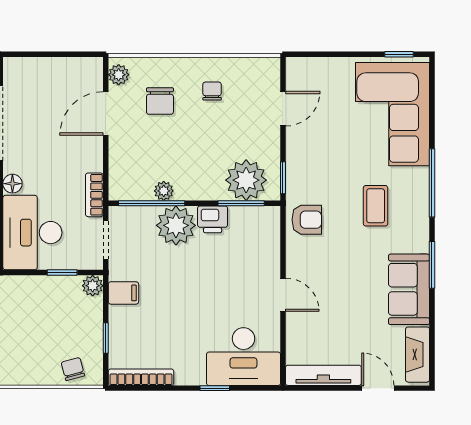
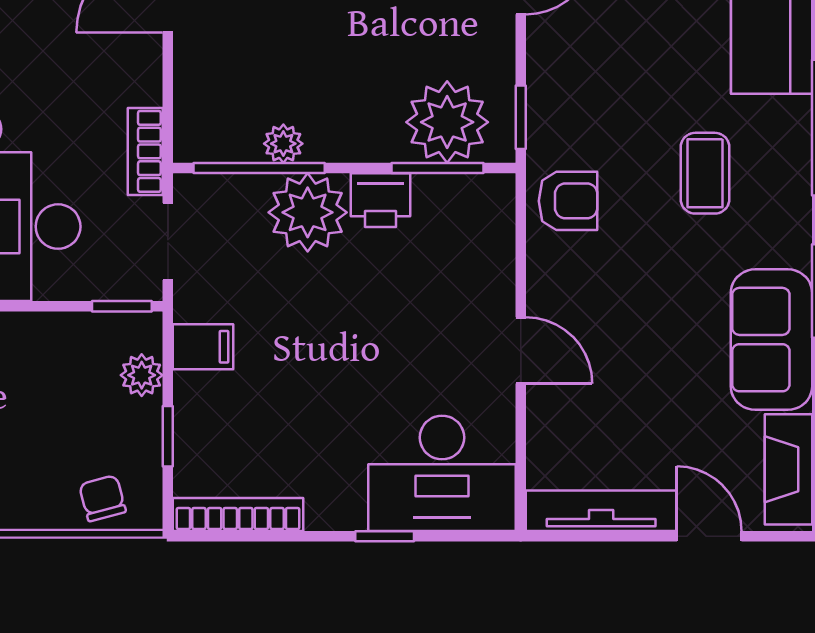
window: (62, 273) -> (122, 306), moved
plant: (93, 286) -> (142, 375), moved

